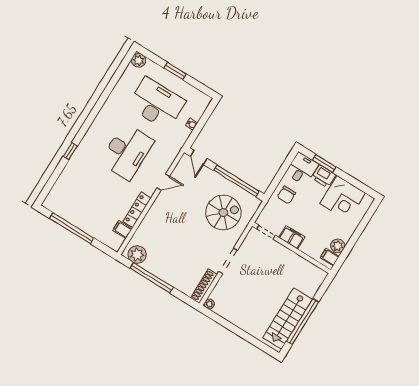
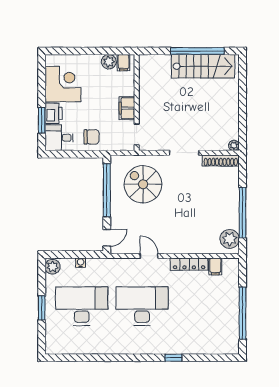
plant: (139, 60) -> (53, 267), moved
desk: (157, 104) -> (82, 306), turned 90

